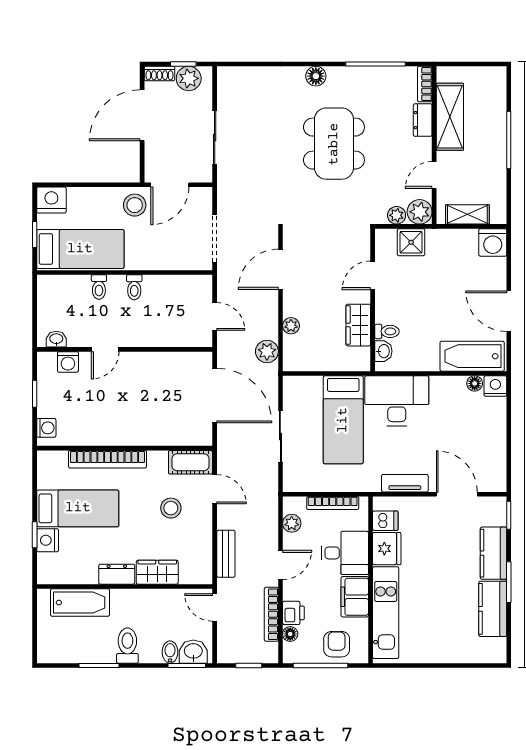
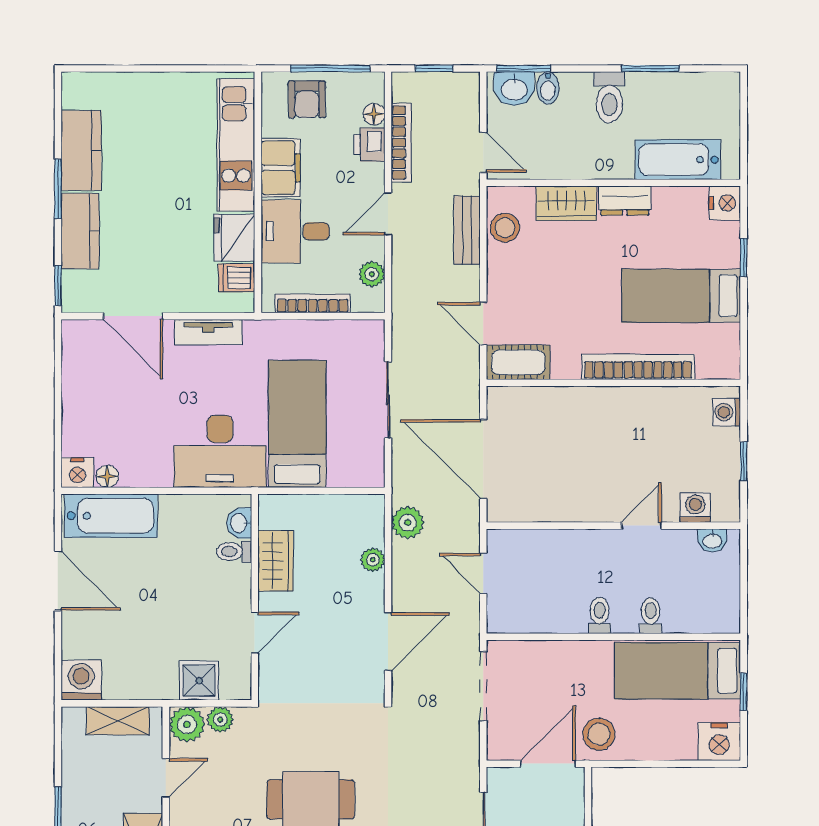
stool: (171, 508) -> (505, 228), moved
nightstand: (48, 540) -> (725, 203), moved

